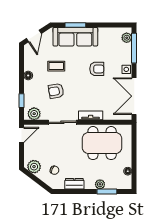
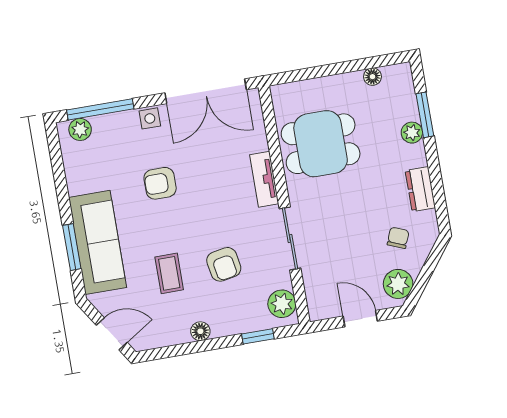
armchair: (97, 69) -> (160, 183), turned -90
door: (22, 135) -> (360, 319), moved
dining table: (102, 143) -> (321, 144), width x0.73

